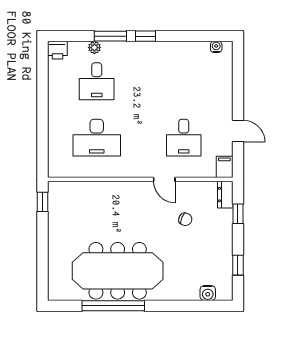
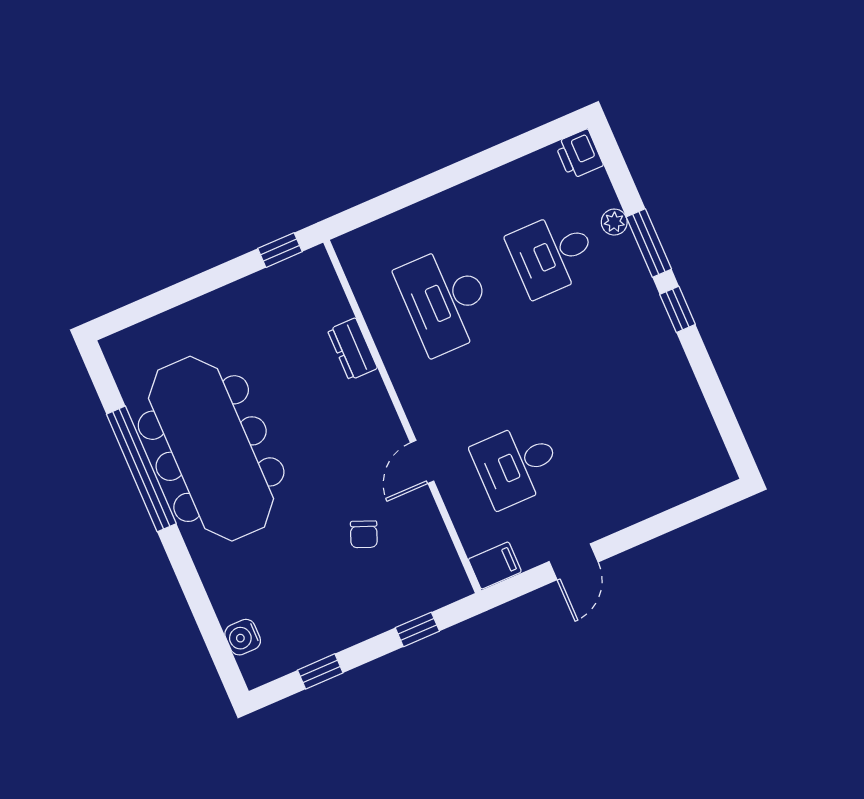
water cooler: (216, 47) -> (715, 452), removed
dresser: (225, 195) -> (352, 349), moved, turned -90

